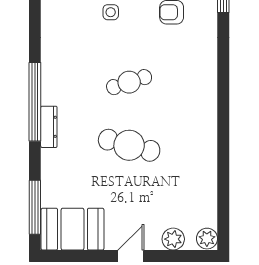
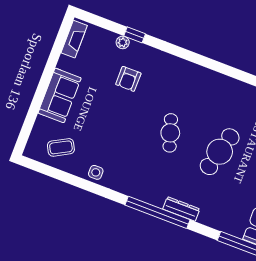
side table: (111, 12) -> (96, 172), moved

